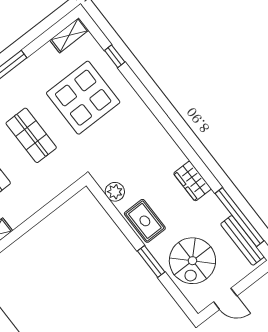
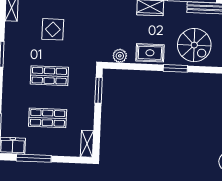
display table: (83, 98) -> (53, 29), width x0.54, depth x0.54
window: (60, 200) -> (99, 90), added

